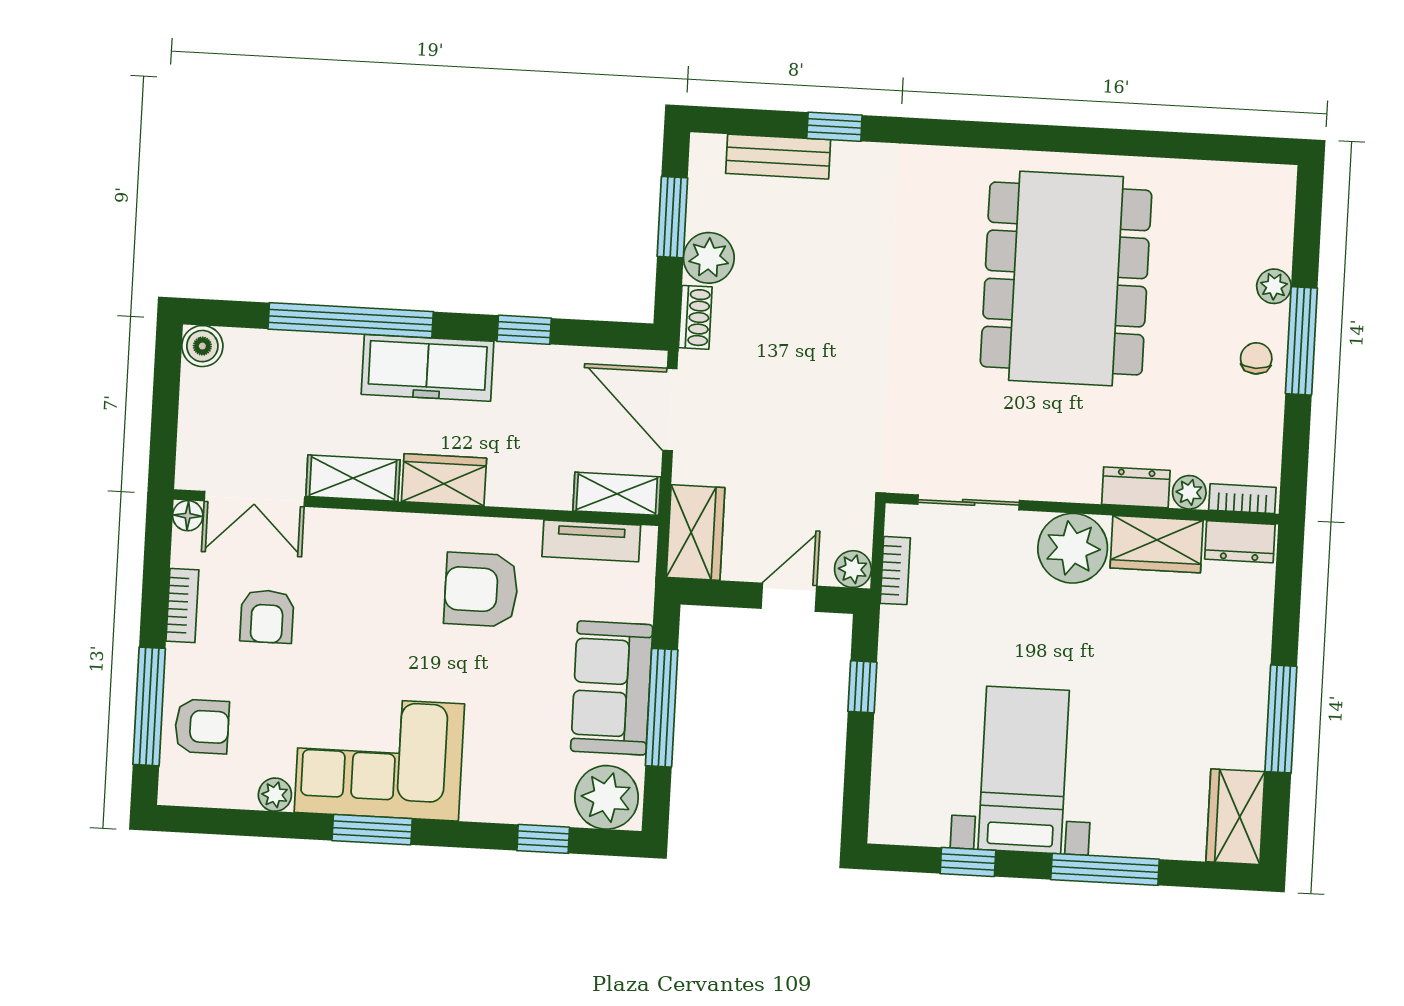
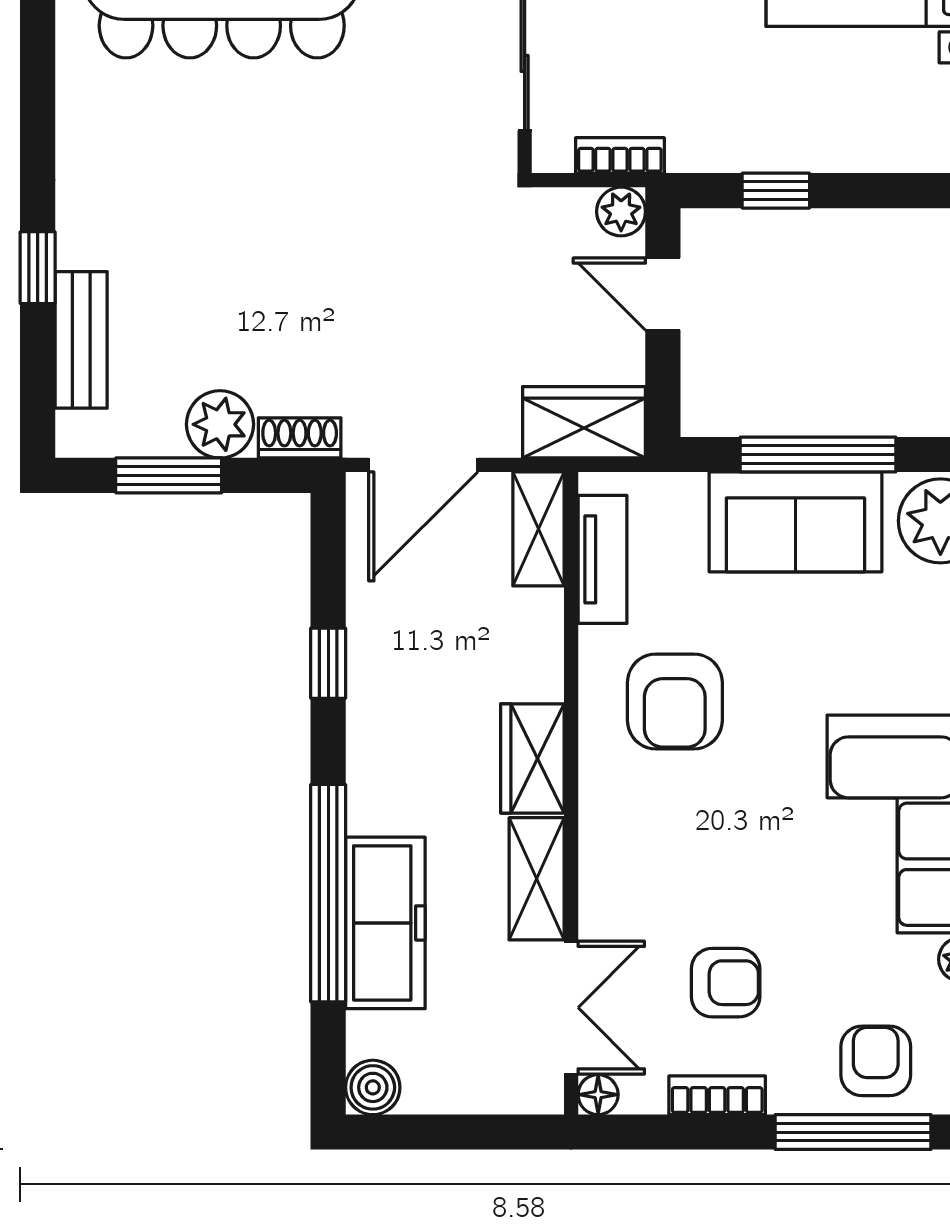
freezer: (428, 368) -> (385, 923), moved

